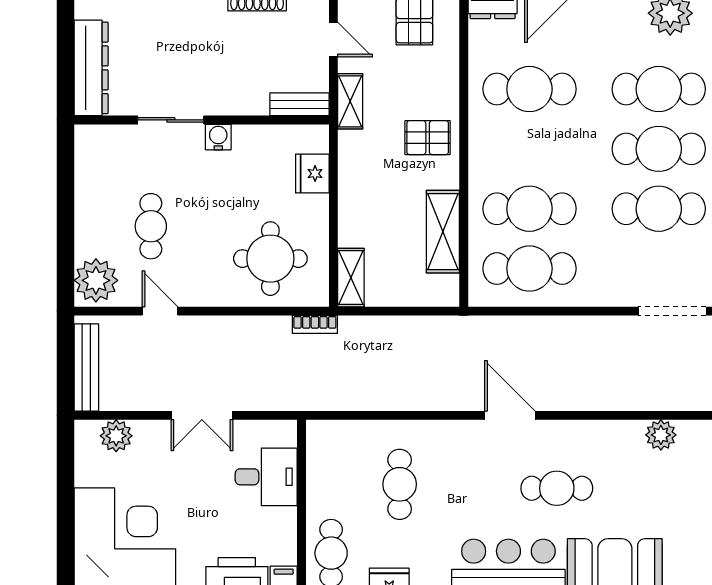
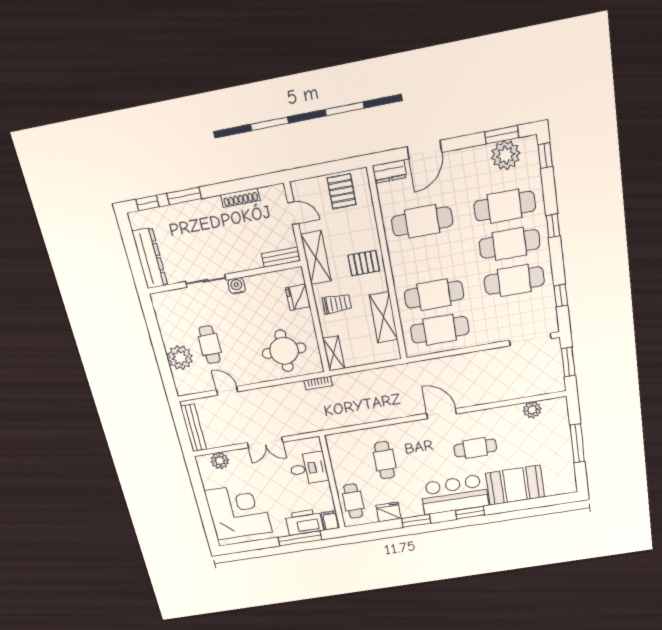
shelving: (350, 101) -> (316, 258), width x1.50, depth x1.33
trolley: (372, 195) -> (337, 304), added
plant: (96, 280) -> (180, 358), moved

